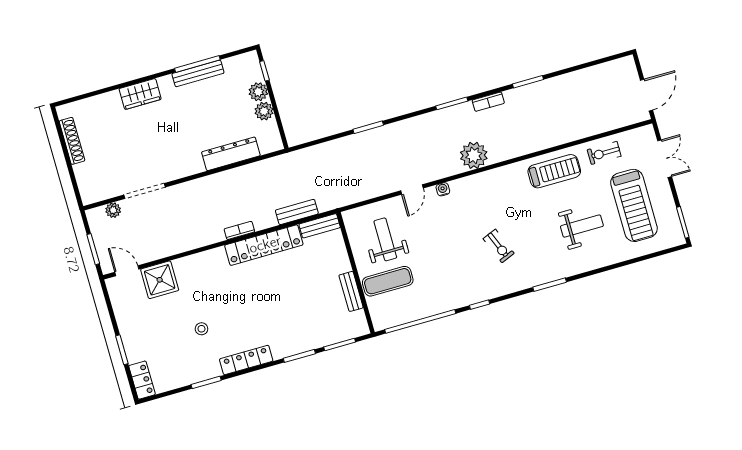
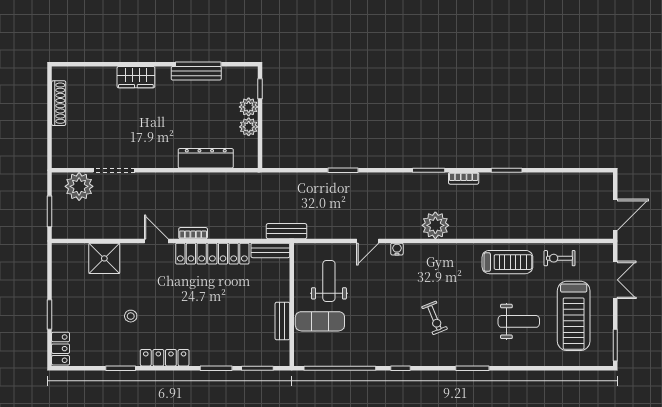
plant: (113, 210) -> (79, 186), width x1.88, depth x1.88
bench: (297, 212) -> (286, 231), moved
door: (127, 271) -> (156, 241), moved

